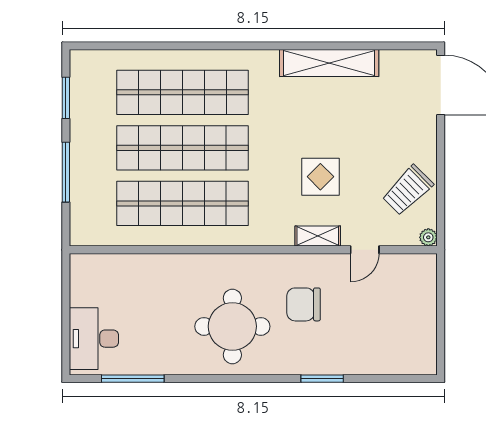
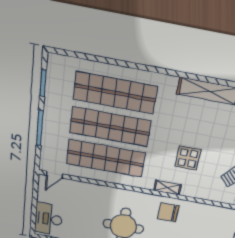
shelving: (318, 236) -> (168, 188), moved
door: (365, 250) -> (55, 175), moved
chair: (304, 304) -> (168, 212), moved

